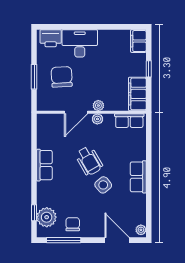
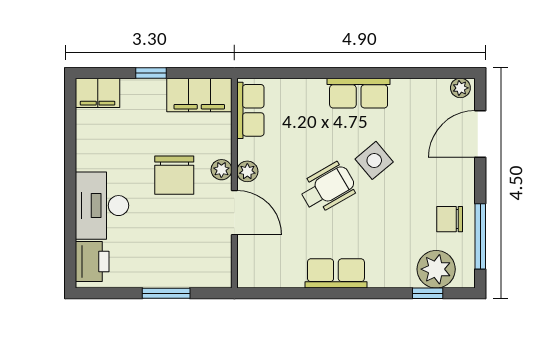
chair: (62, 77) -> (174, 175), moved, turned -87

